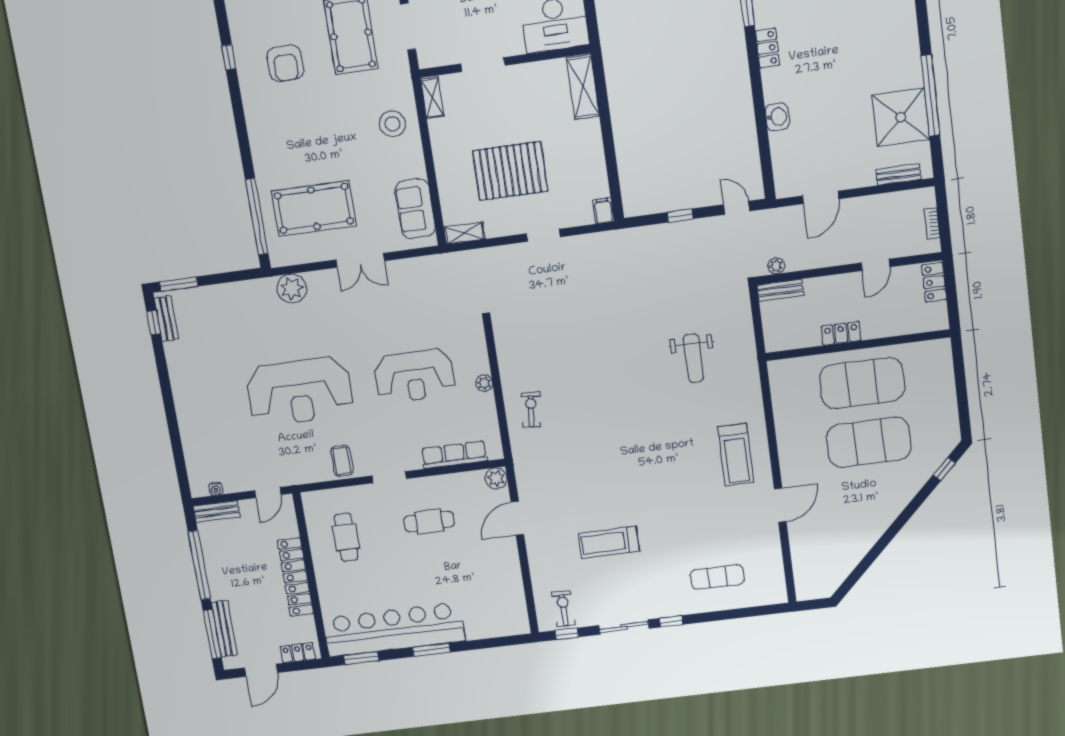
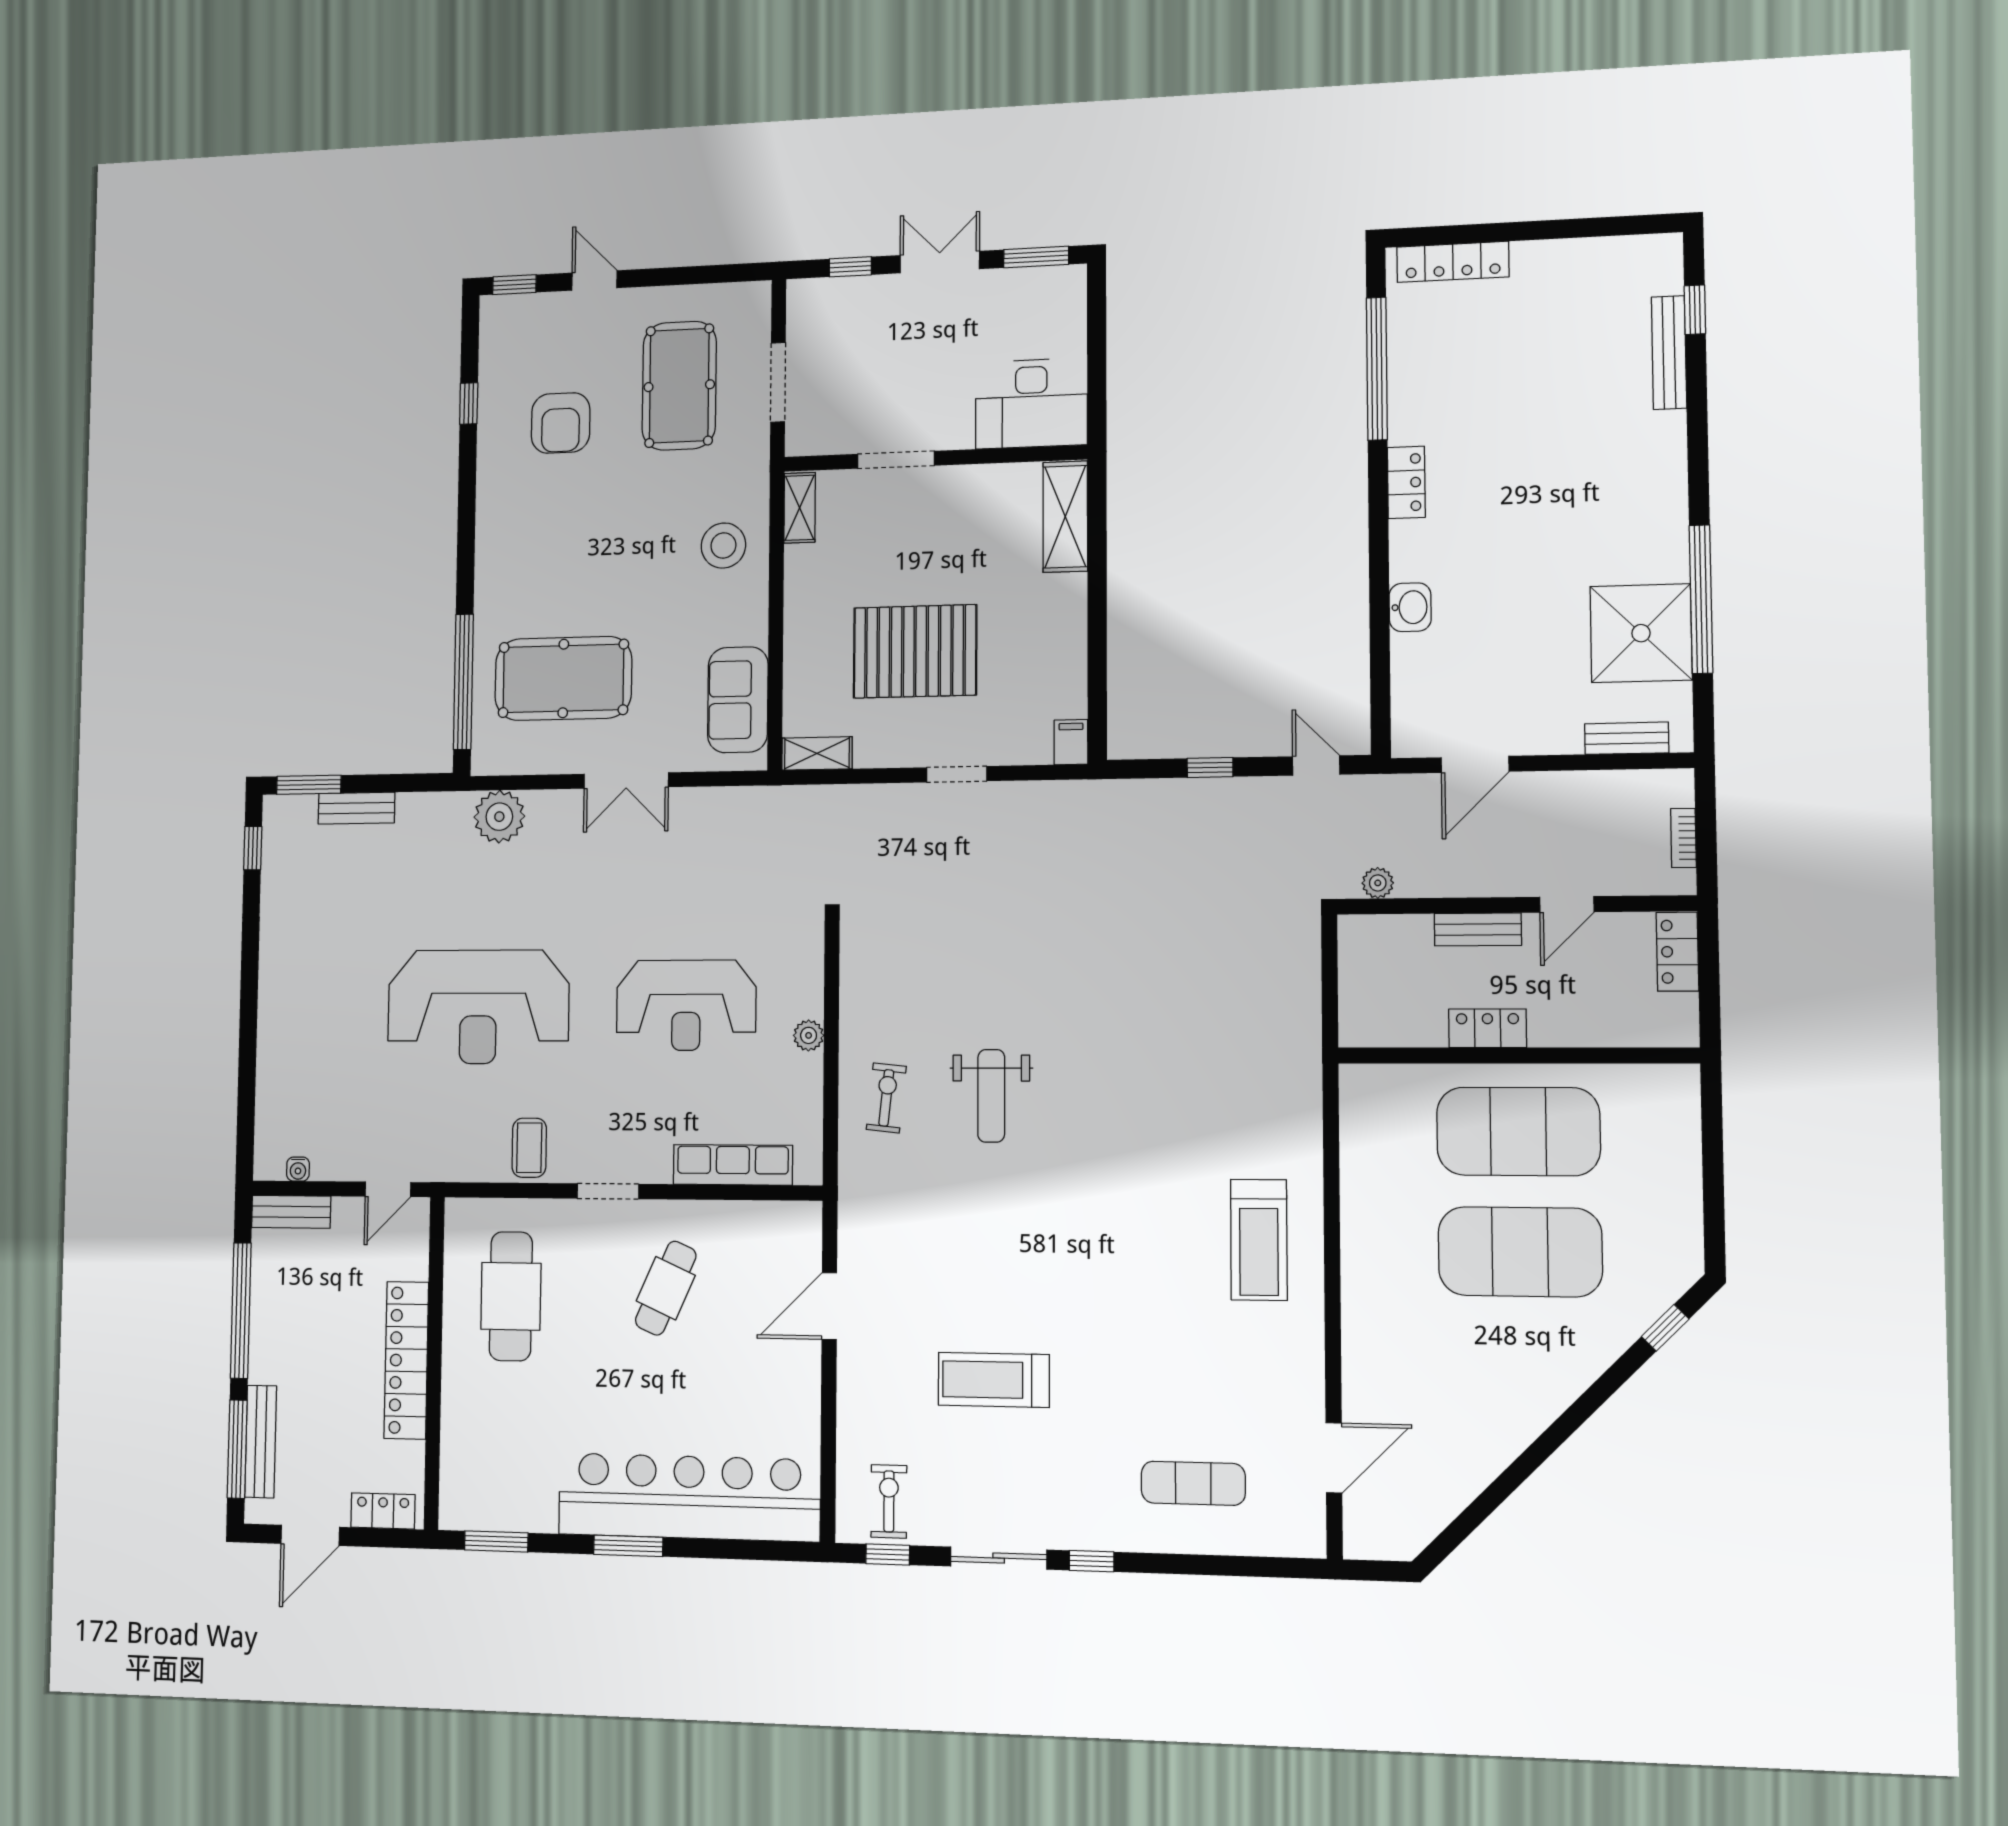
bench: (780, 290) -> (1478, 929), moved
bench: (166, 319) -> (356, 808), moved, turned 90
weight bench: (693, 358) -> (991, 1096), moved
plant: (496, 478) -> (802, 1222), removed
door: (780, 505) -> (1334, 1458), moved
cafe table: (429, 522) -> (666, 1288), turned -66
cafe table: (346, 537) -> (511, 1296), width x1.37, depth x1.35
bar counter: (394, 630) -> (689, 1497), moved

